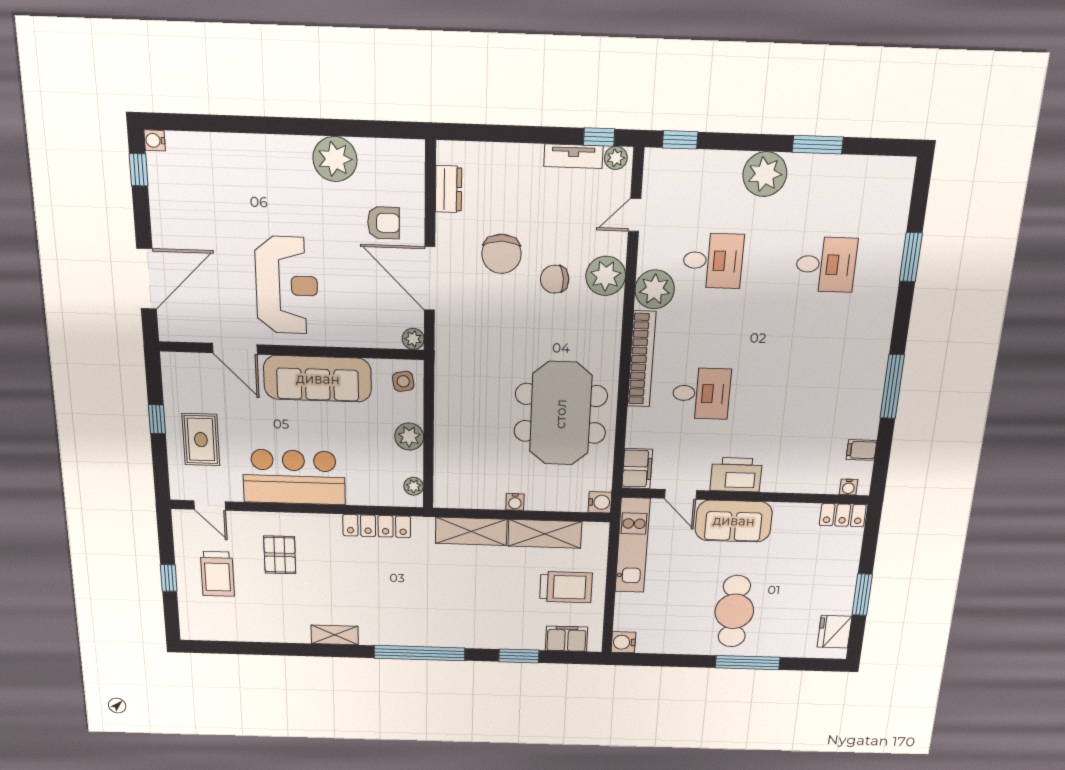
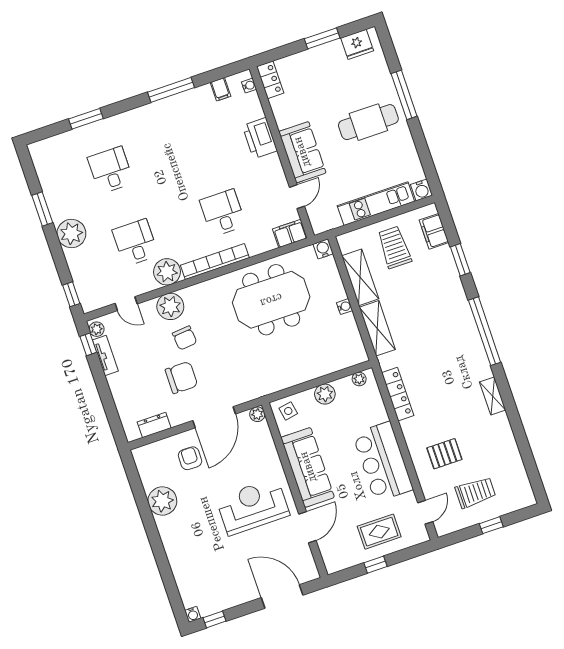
printer: (736, 475) -> (260, 138), moved
kitchen unit: (632, 545) -> (376, 204), moved

